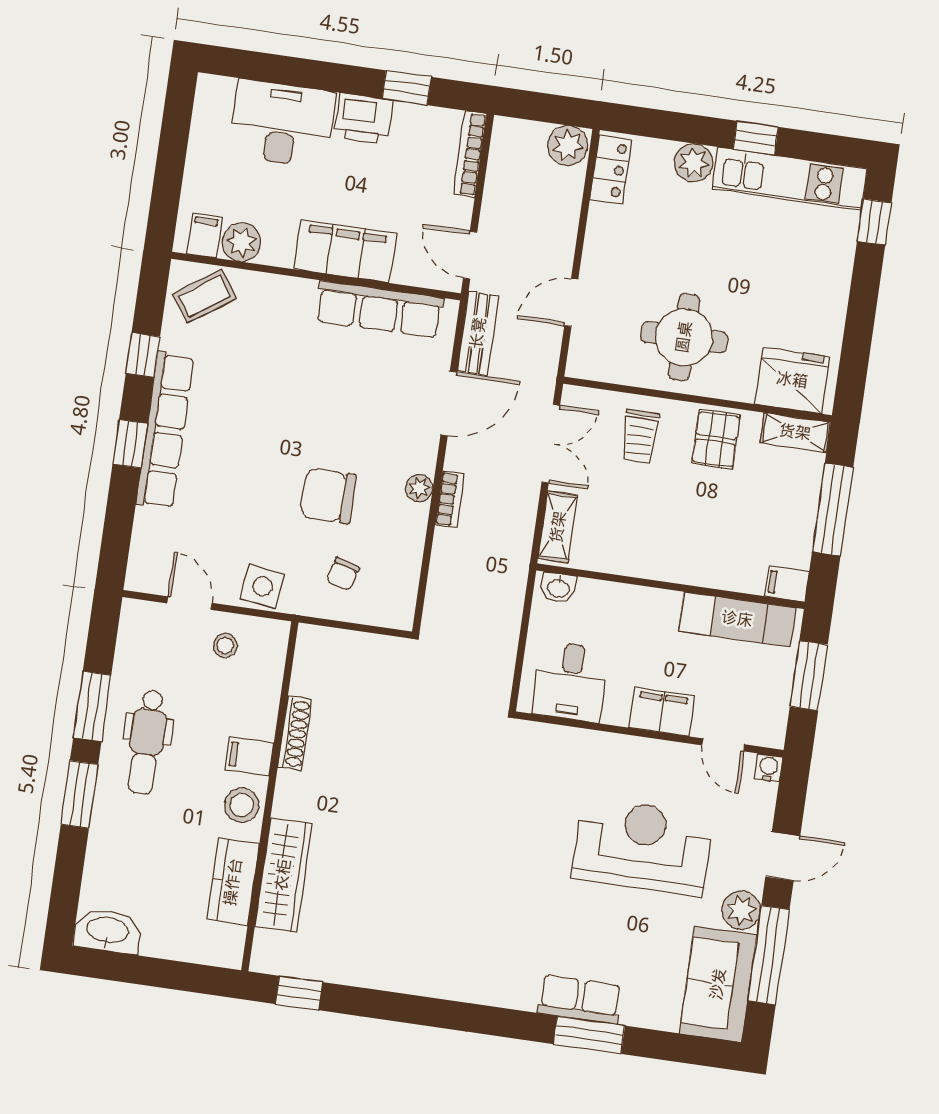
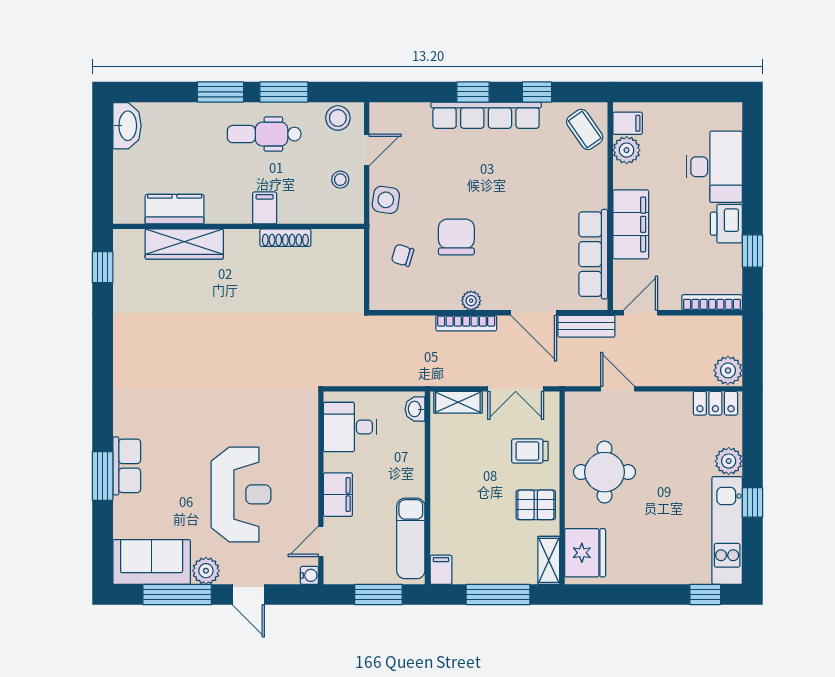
bookcase: (450, 499) -> (466, 323), width x1.56
stool: (242, 805) -> (338, 118), moved

